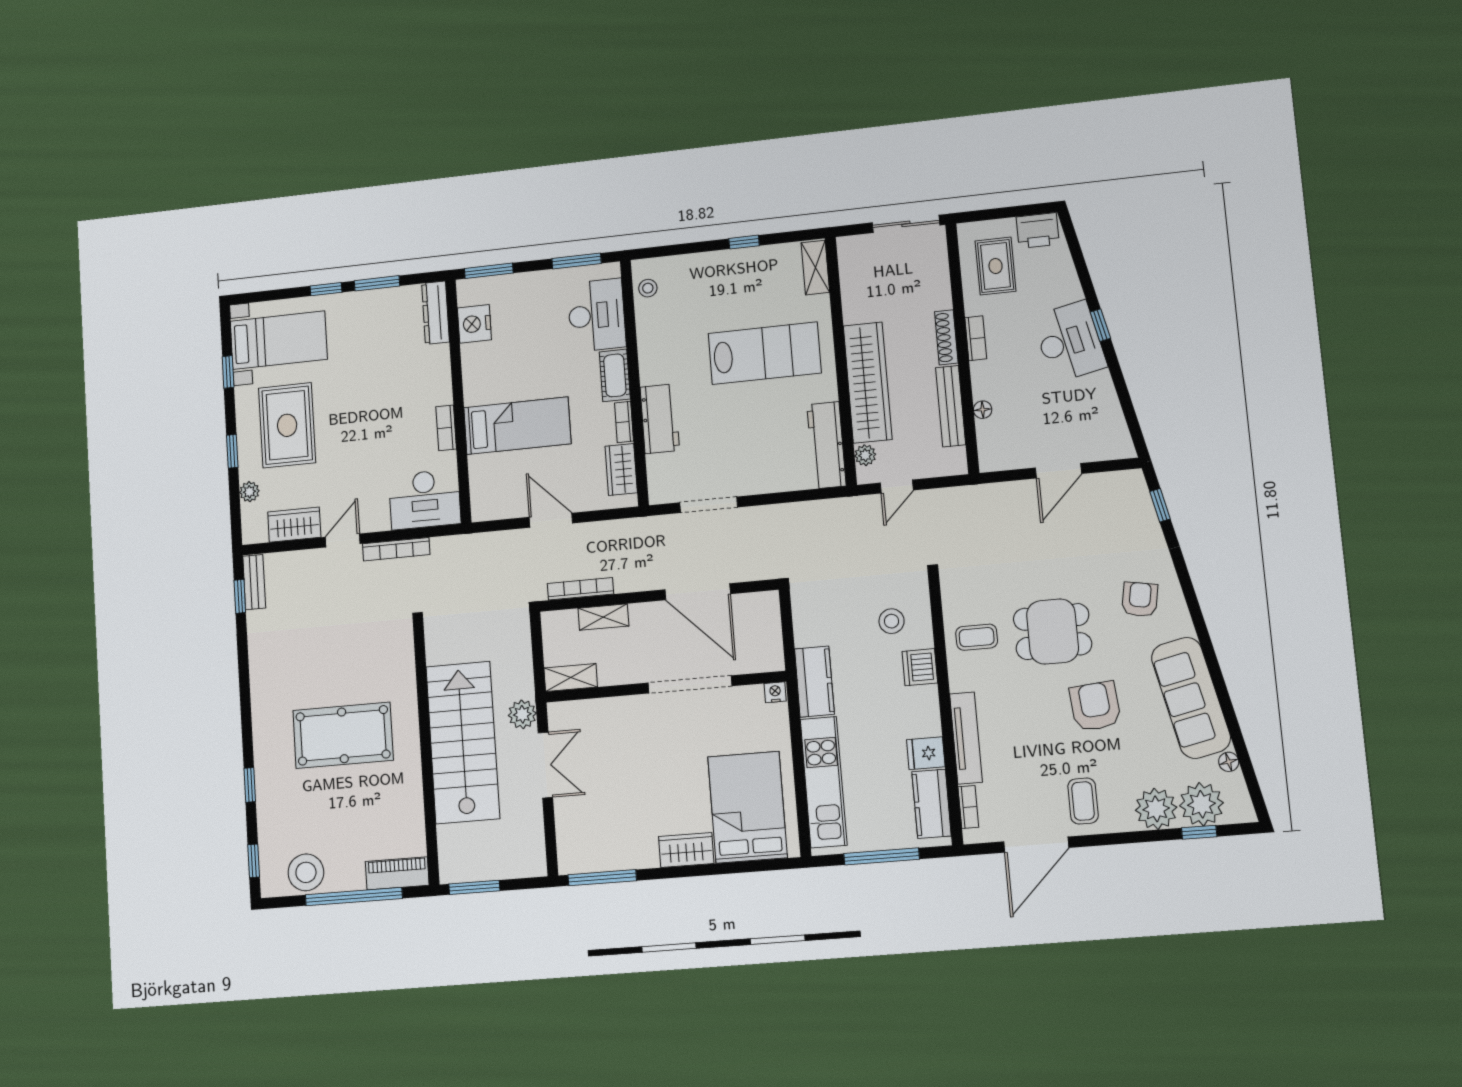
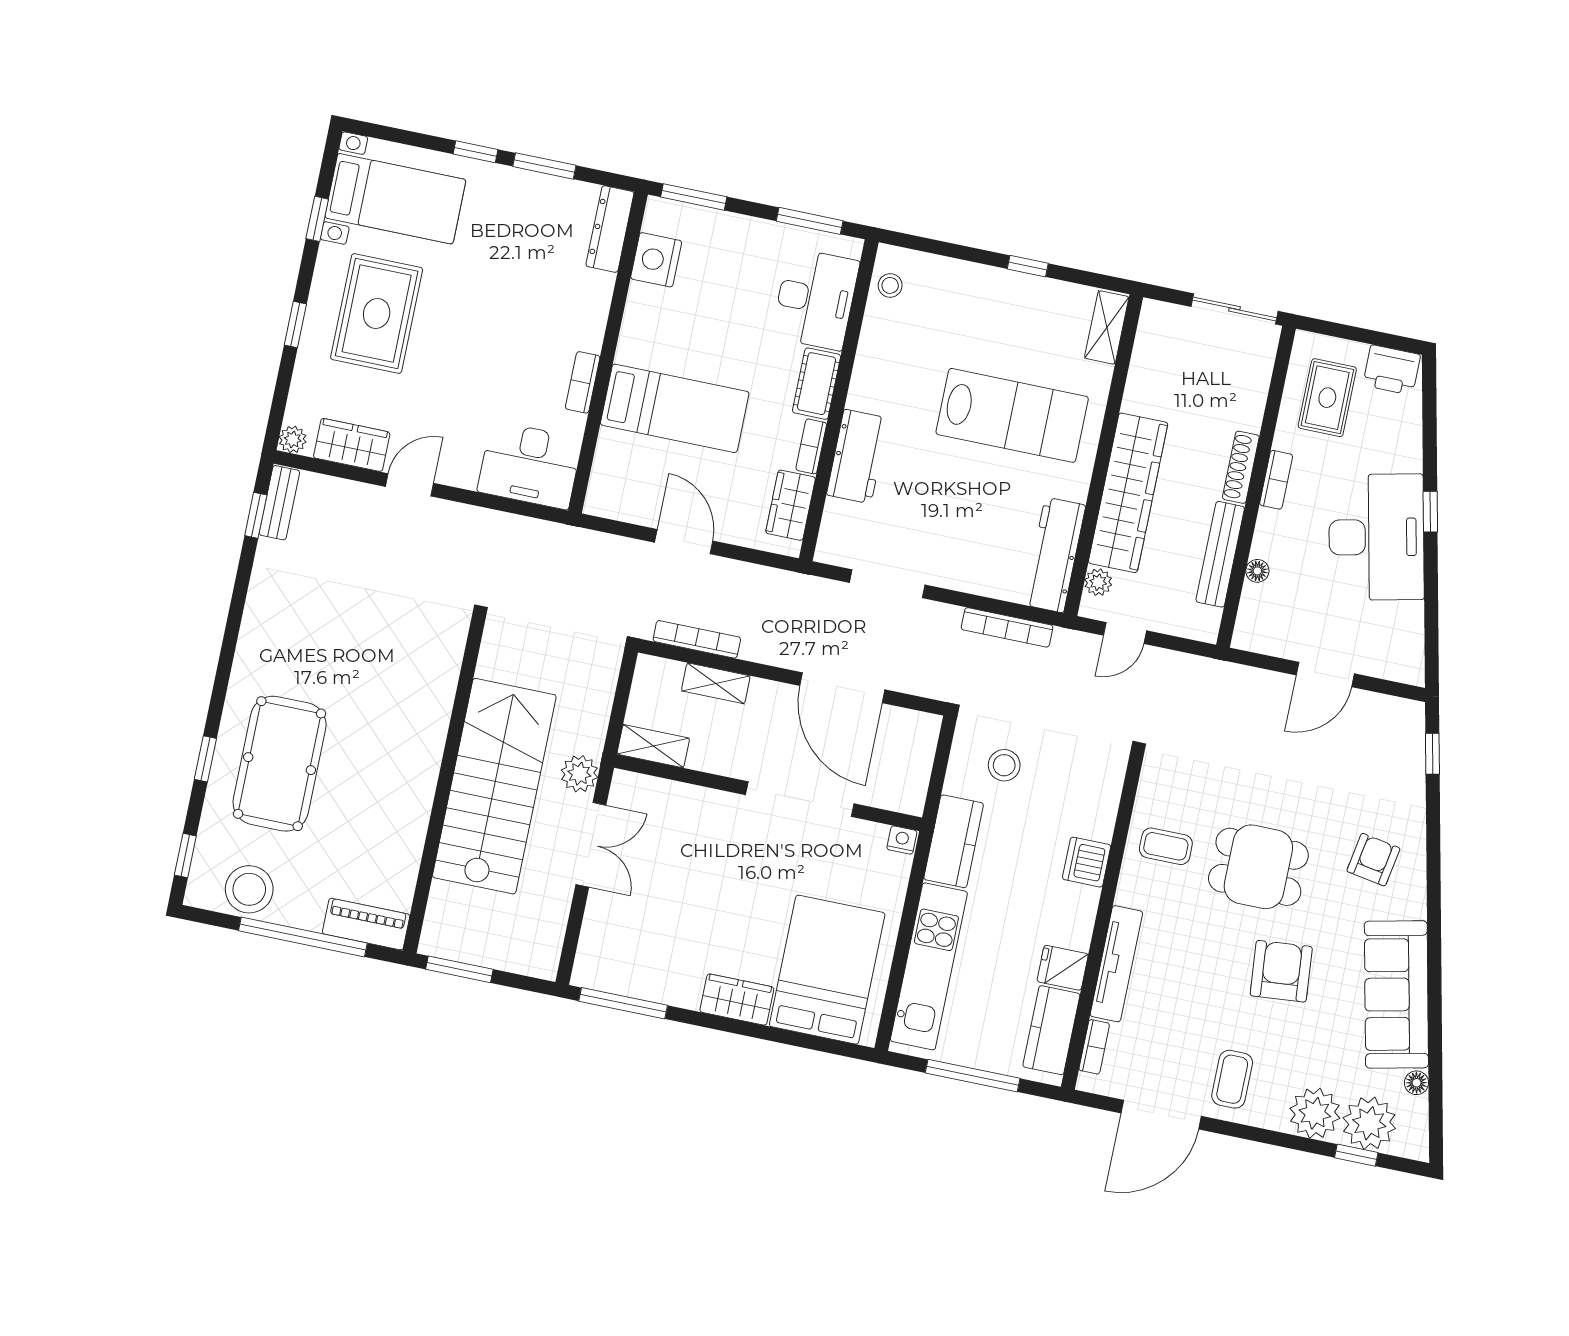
desk: (1069, 342) -> (1376, 537), width x1.36, depth x1.30
plant: (249, 492) -> (293, 439), moved
bookcase: (396, 549) -> (1007, 627), moved
stool: (892, 621) -> (1004, 765), moved
pool table: (343, 735) -> (280, 764), moved, turned 90

